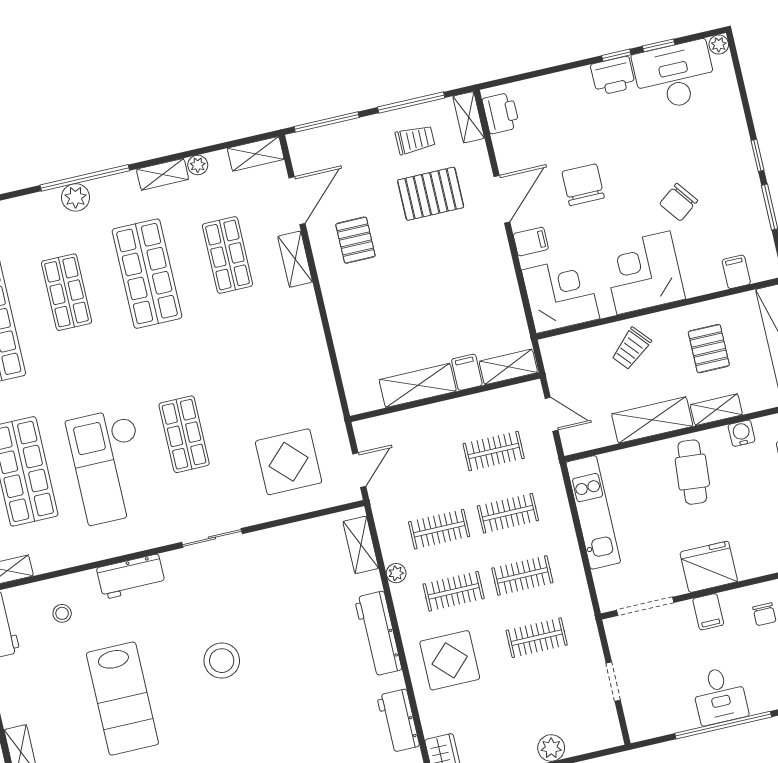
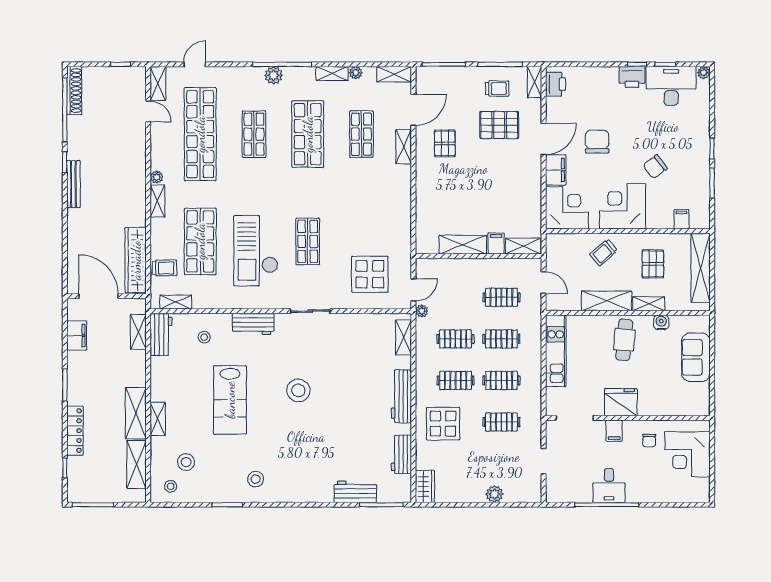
filing cabinet: (531, 242) -> (556, 170), width x2.00
plant: (396, 573) -> (422, 311), moved

